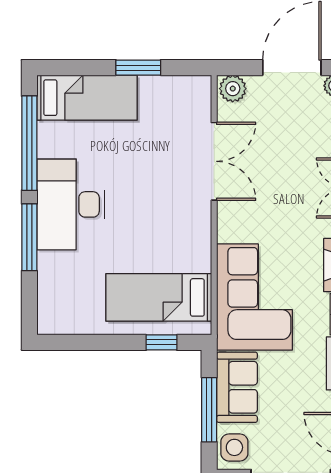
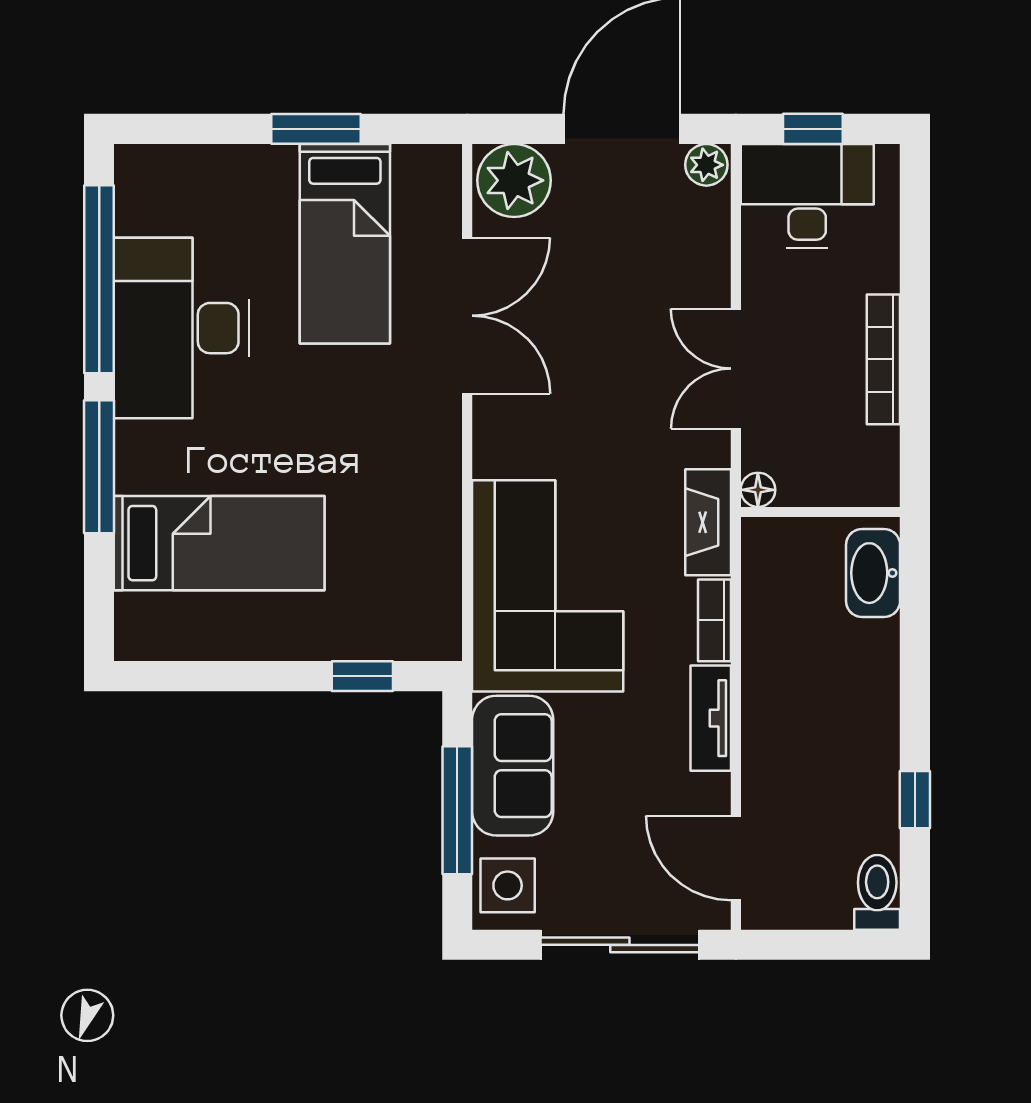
plant: (233, 89) -> (514, 180), width x1.36, depth x1.36
bed: (87, 98) -> (345, 244), moved, turned 90
desk: (71, 204) -> (182, 328), moved
bed: (159, 297) -> (219, 543), moved, turned 180

